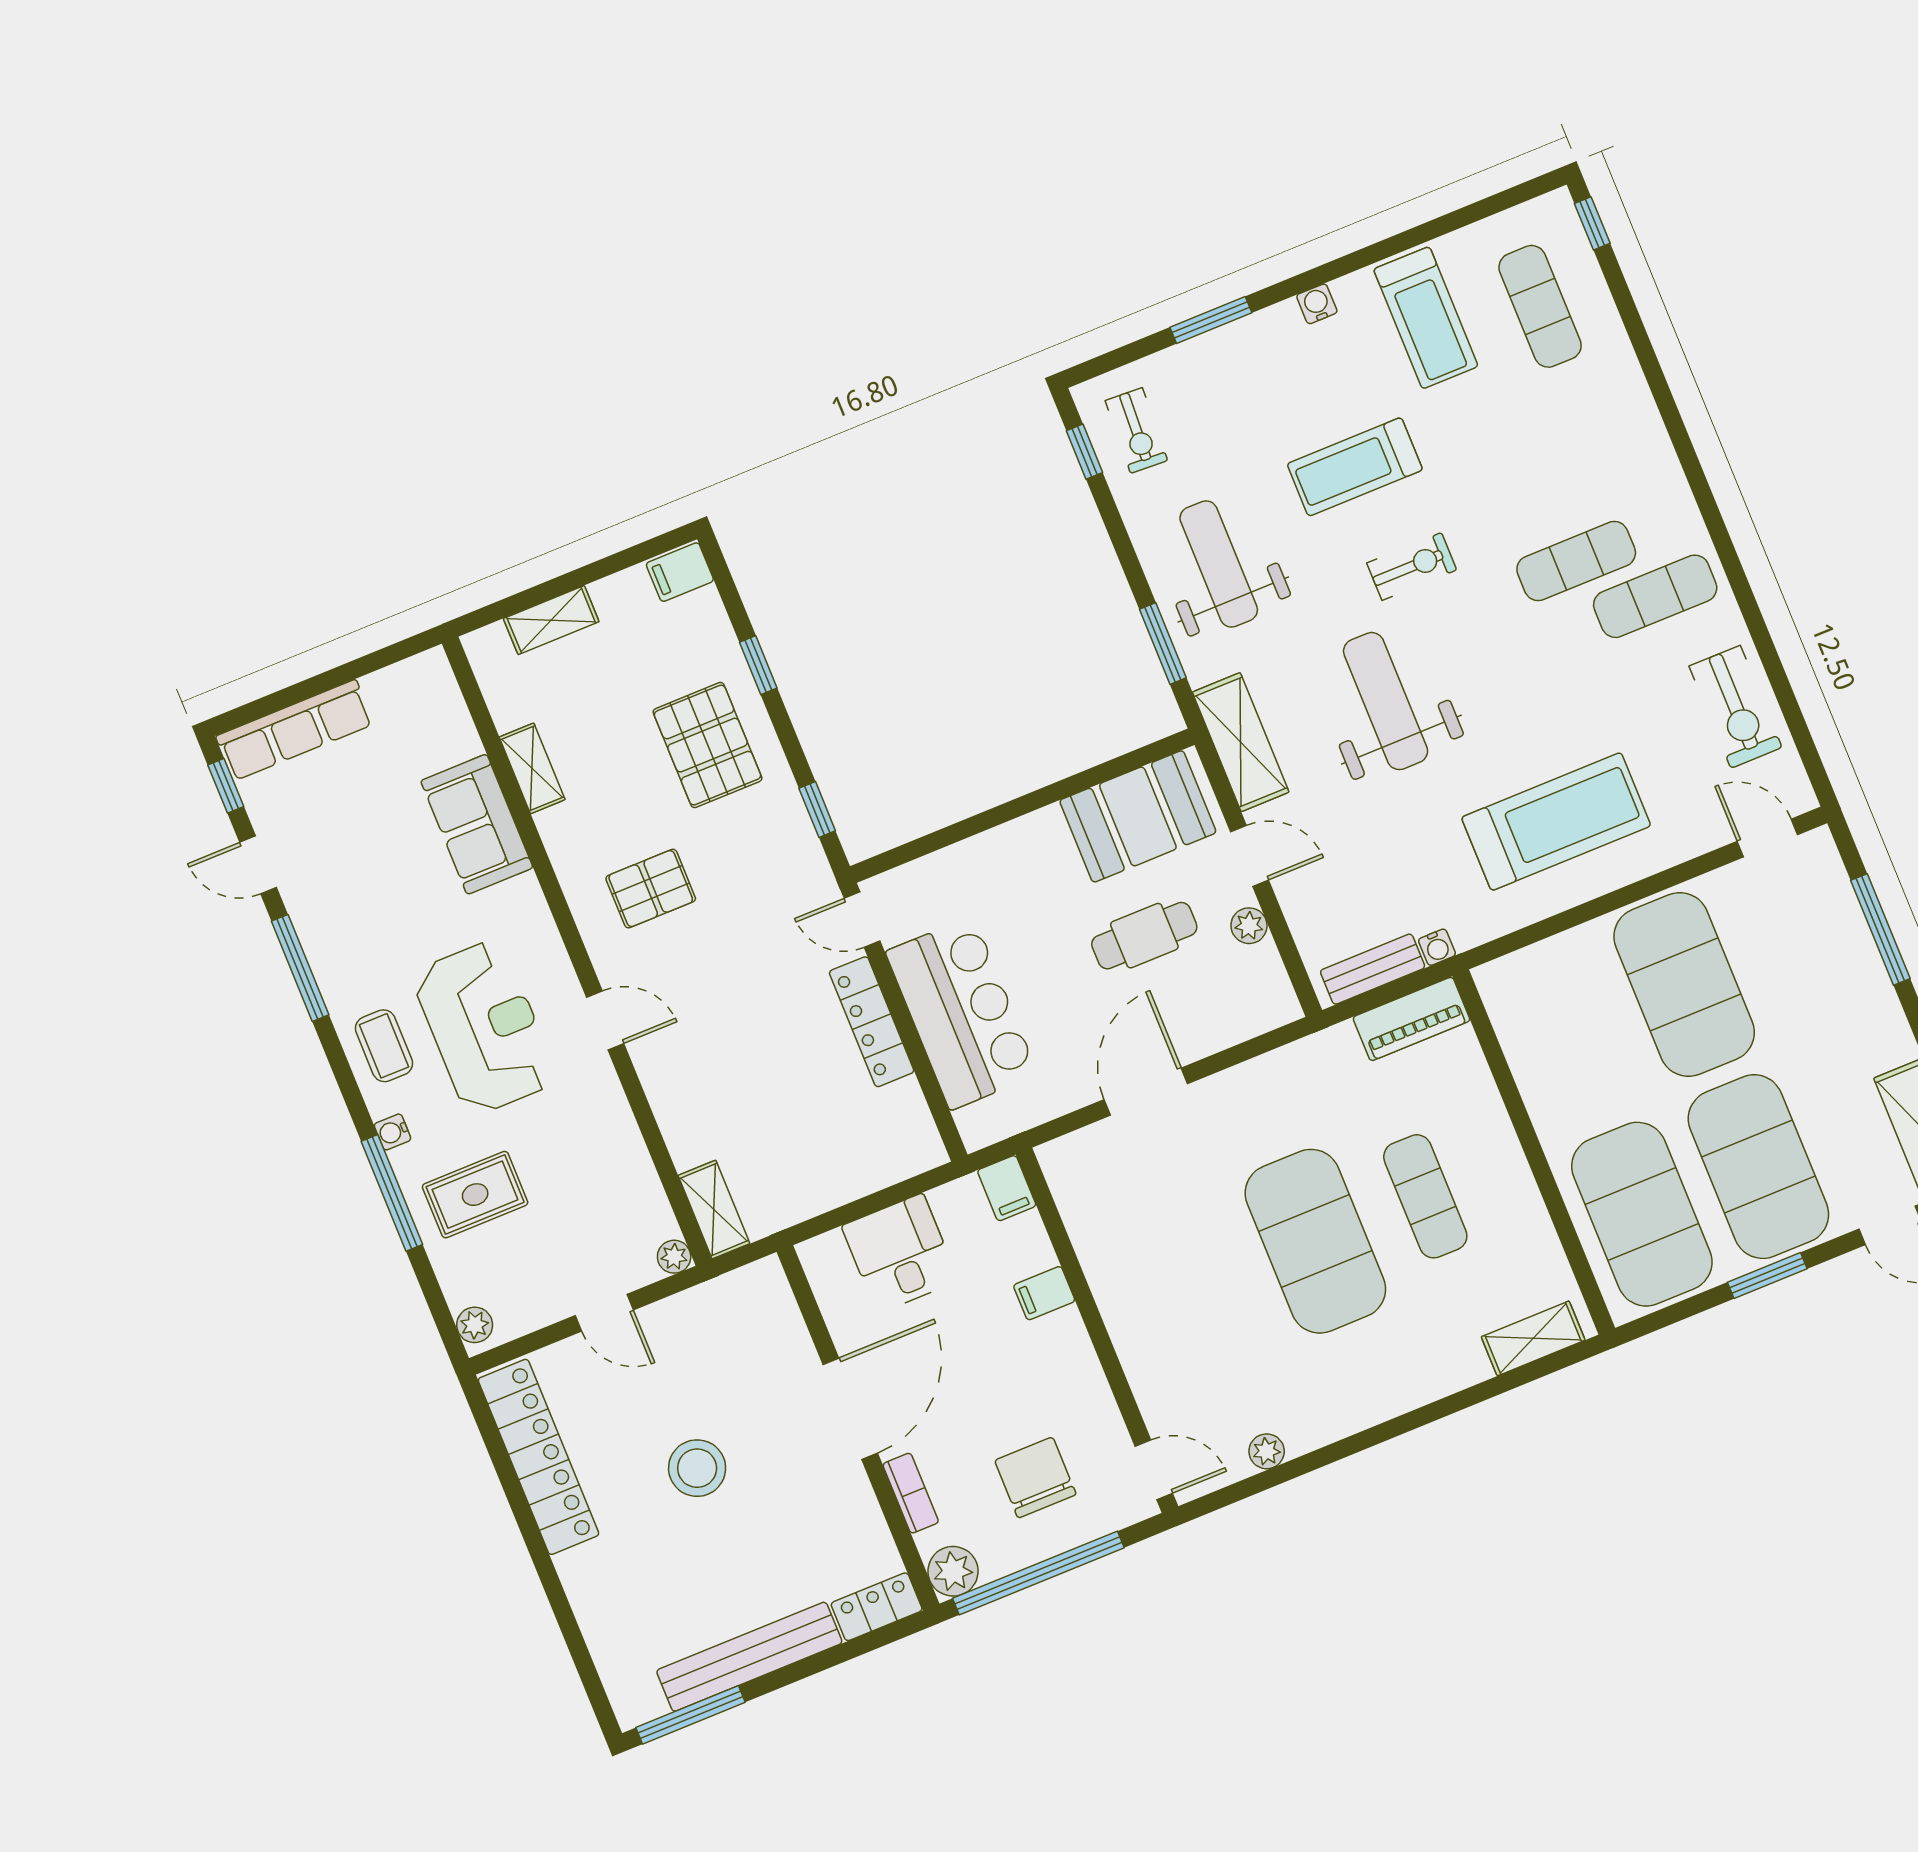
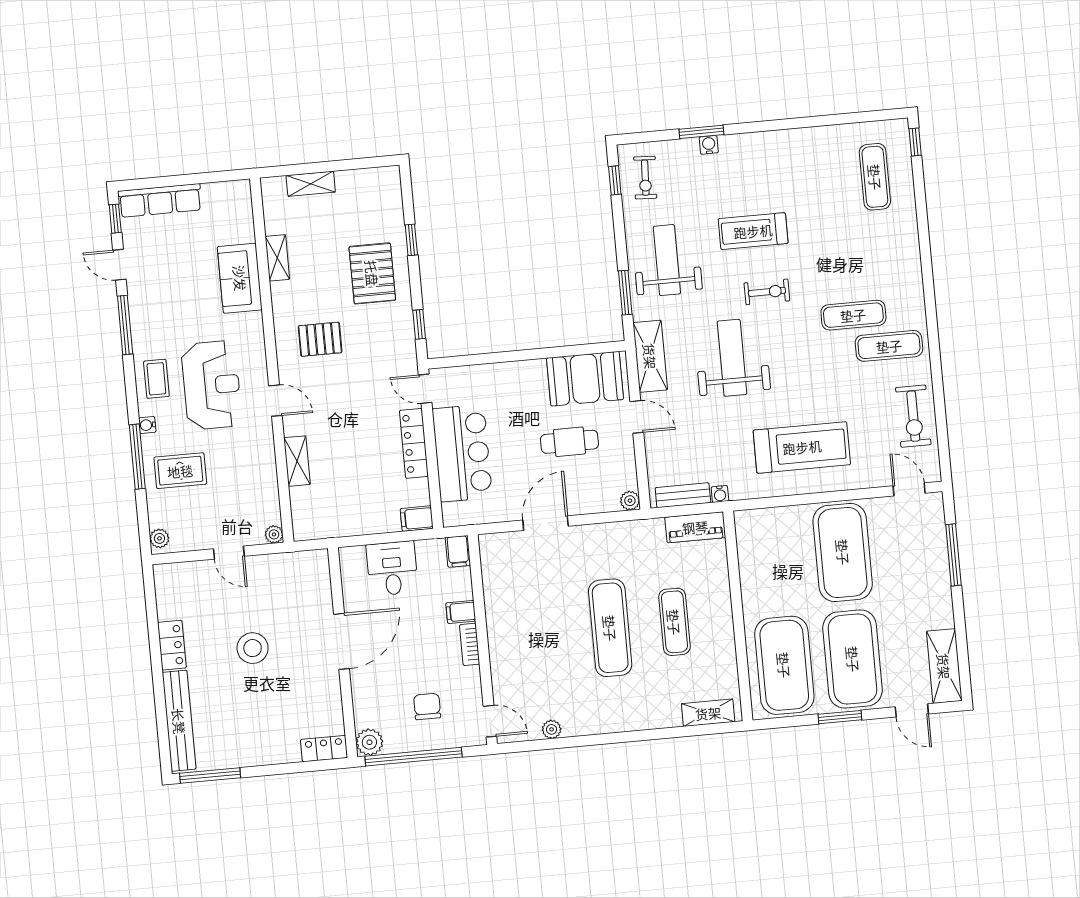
water cooler: (1317, 304) -> (709, 145), moved
treadmill: (1426, 318) -> (814, 165), removed
filing cabinet: (680, 572) -> (417, 519), moved
plant: (1249, 926) -> (630, 501), moved
shelving: (714, 1209) -> (297, 461), moved
exercise mat: (1315, 1241) -> (610, 628), width x0.68
locker: (538, 1457) -> (172, 645), width x0.46, depth x0.83
chair: (1035, 1478) -> (427, 706), width x0.73, depth x0.73
bookcase: (911, 1493) -> (470, 644), moved, turned 180
bench: (749, 1657) -> (179, 721), moved, turned 90

